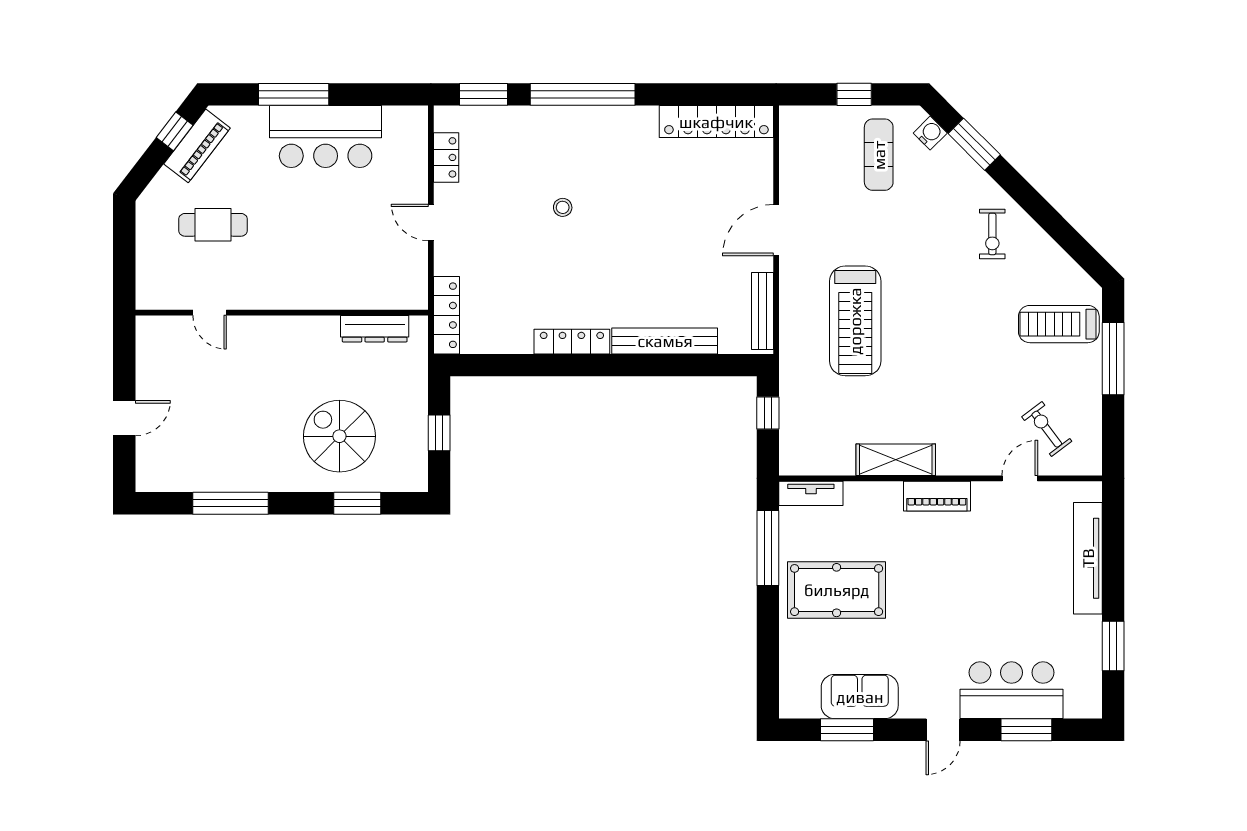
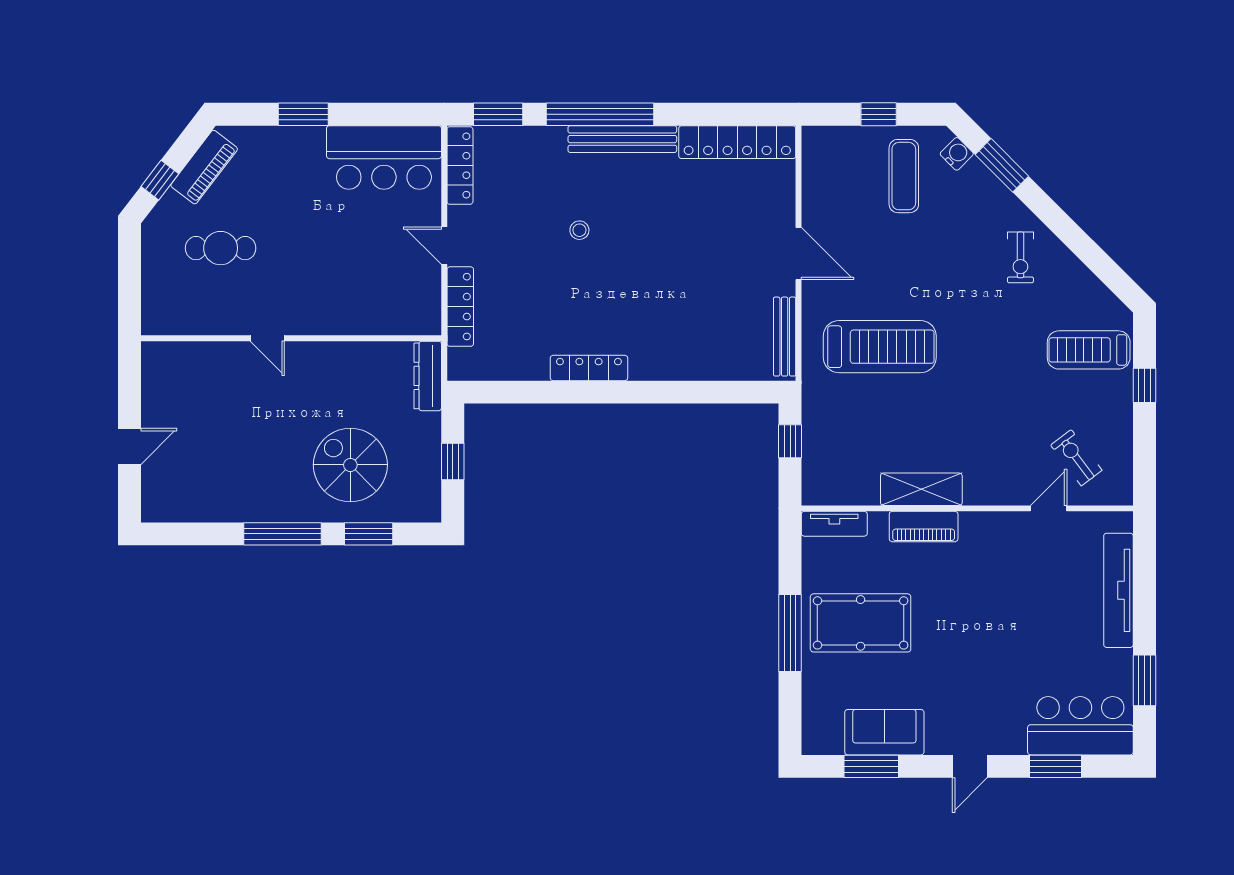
window: (294, 94) -> (303, 114), width x0.69
window: (175, 131) -> (160, 180), moved
bar counter: (326, 137) -> (384, 157), moved
locker: (446, 157) -> (460, 165), width x1.53
door: (776, 230) -> (799, 253), swing flipped
door: (210, 313) -> (267, 338), moved
locker: (446, 315) -> (460, 307), moved
treadmill: (855, 321) -> (880, 347), turned -90
dresser: (375, 329) -> (428, 376), moved, turned 90
bench: (665, 341) -> (622, 139), moved
window: (1113, 359) -> (1144, 385), width x0.46
piano: (937, 496) -> (924, 526), moved
window: (231, 503) -> (283, 534), moved
window: (768, 548) -> (790, 633), moved
bar counter: (1011, 690) -> (1080, 726), moved

